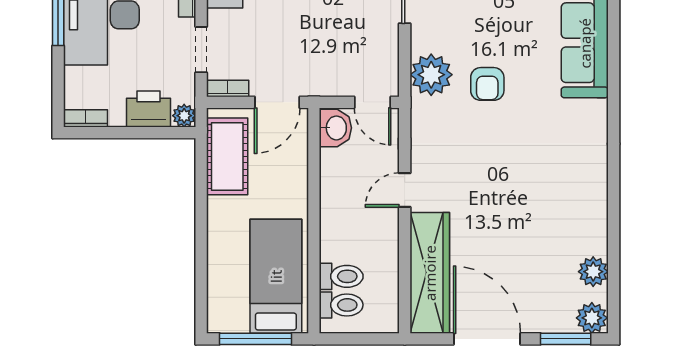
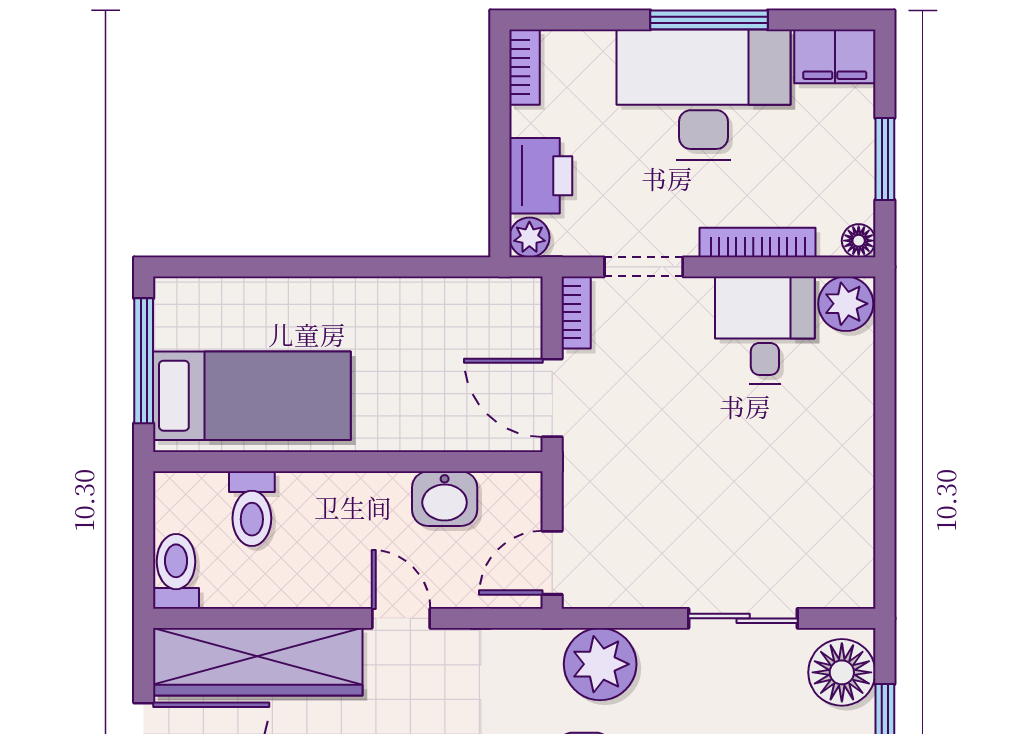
washbasin: (335, 128) -> (445, 499), moved
cot: (227, 156) -> (459, 312), removed
toilet: (341, 305) -> (176, 571), moved, turned 180

